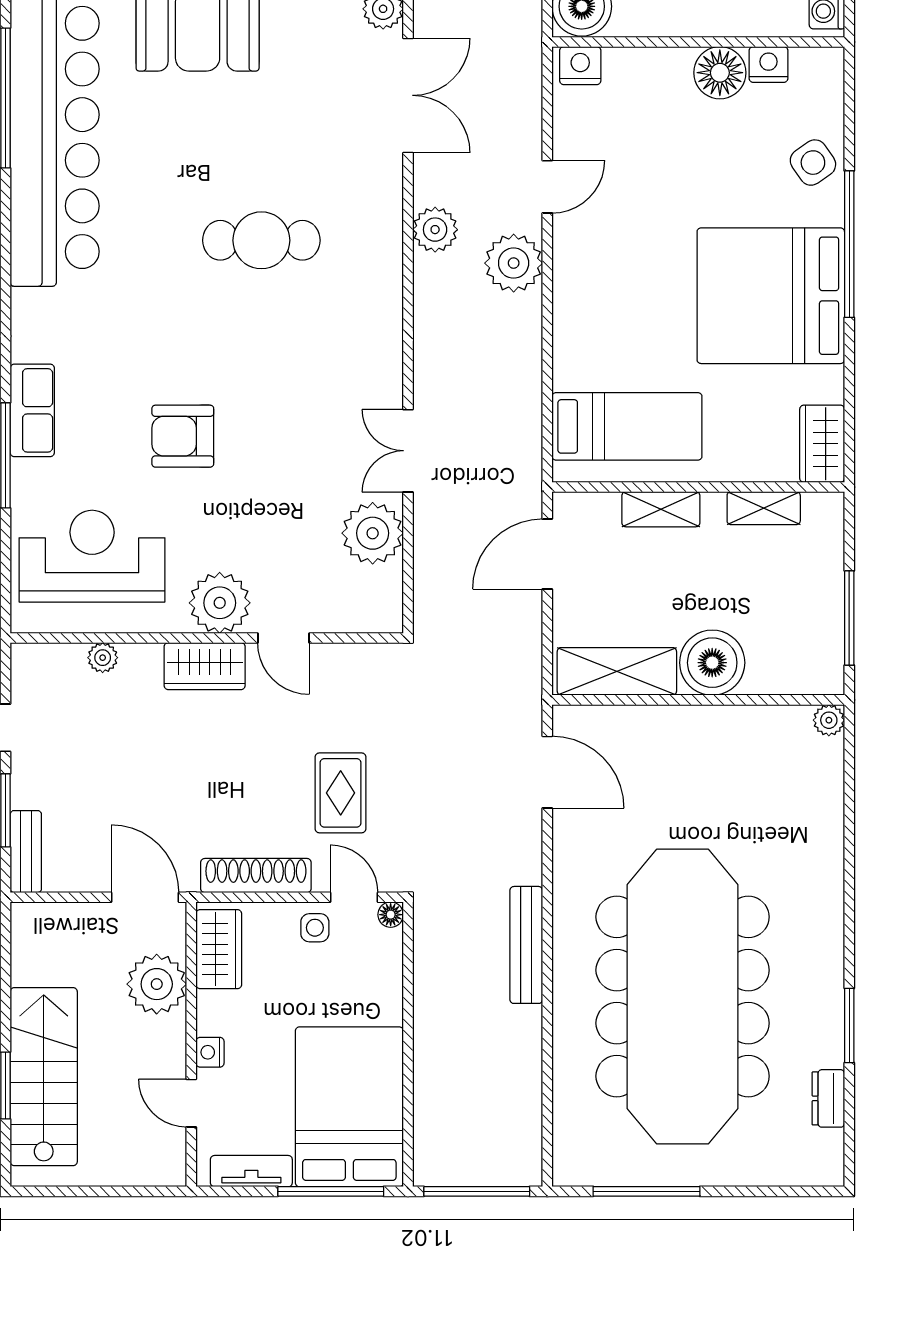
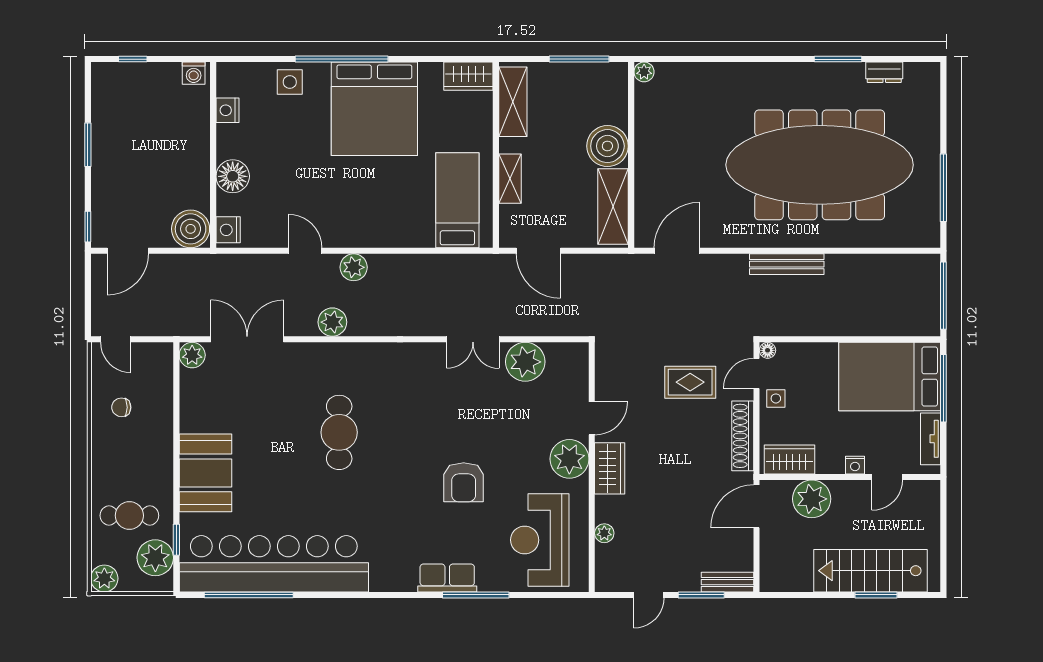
floor lamp: (720, 73) -> (233, 176), moved
side table: (813, 163) -> (290, 82), turned 35
plant: (514, 263) -> (354, 267), width x0.73, depth x0.73
shelving: (764, 508) -> (513, 102), width x1.50, depth x1.33

